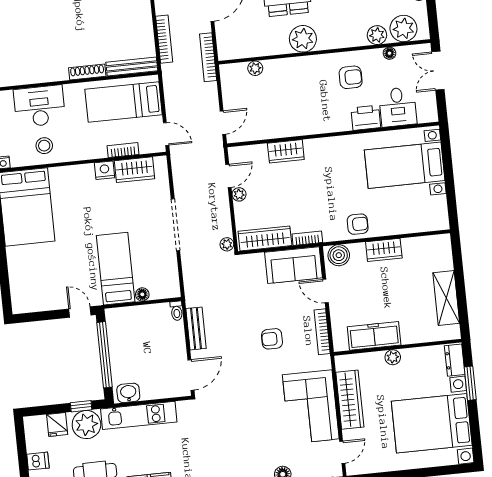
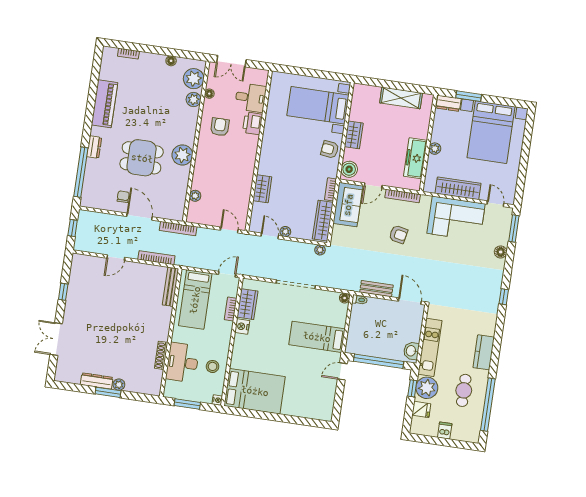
shoe rack: (87, 72) -> (161, 355), moved
bed with nightstands: (405, 165) -> (318, 105), moved, turned 90
armchair: (358, 224) -> (330, 149), turned -83
floor lamp: (142, 294) -> (345, 298), moved
armchair: (272, 339) -> (398, 234), turned -79

